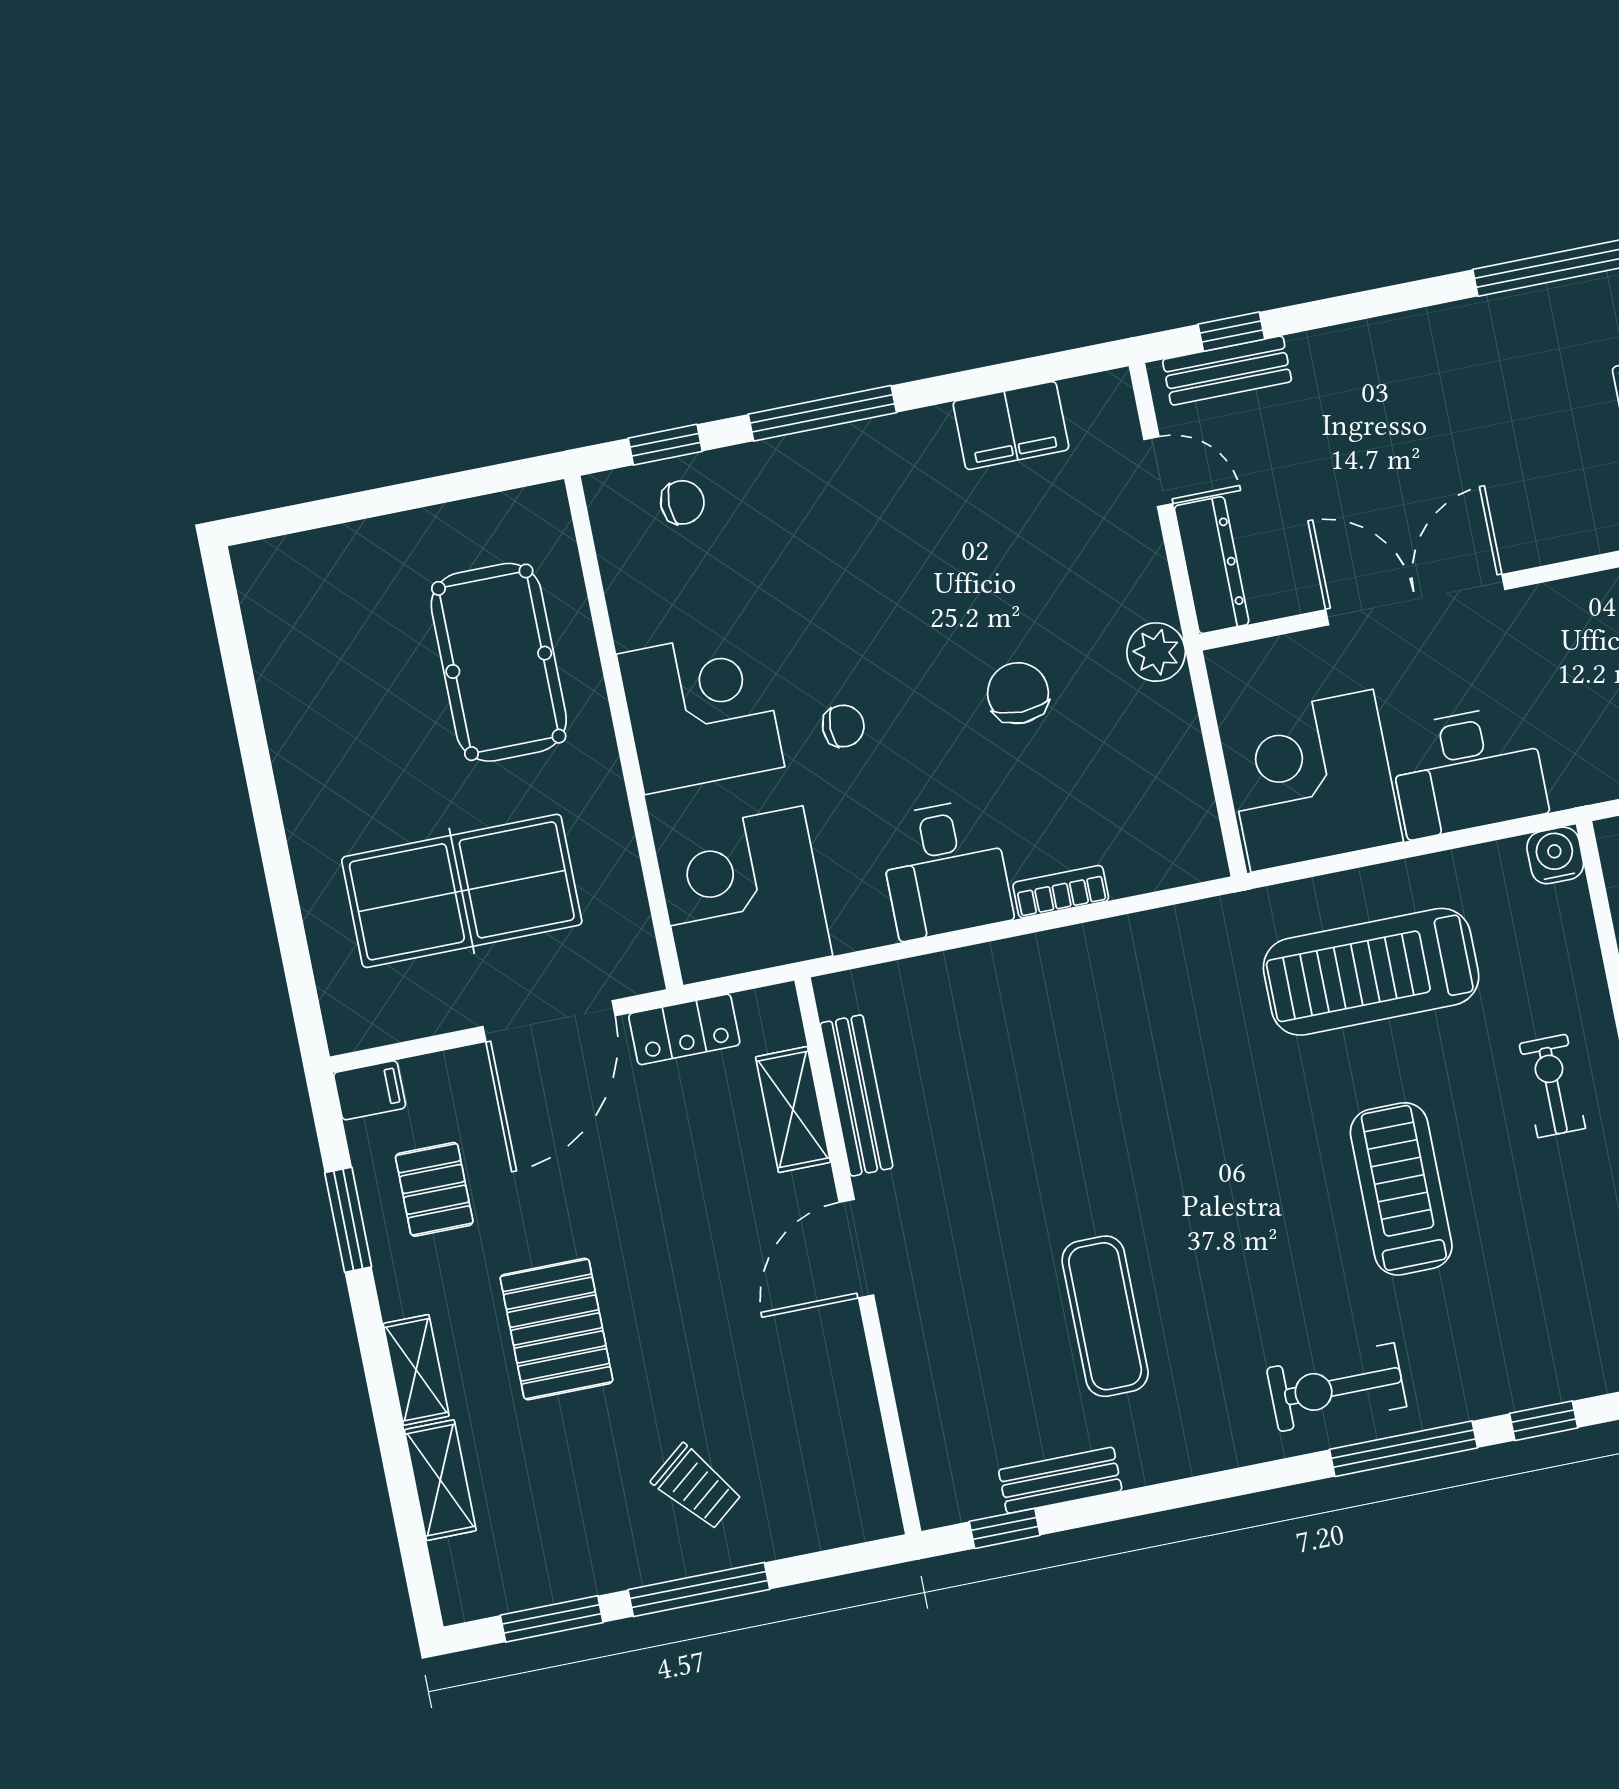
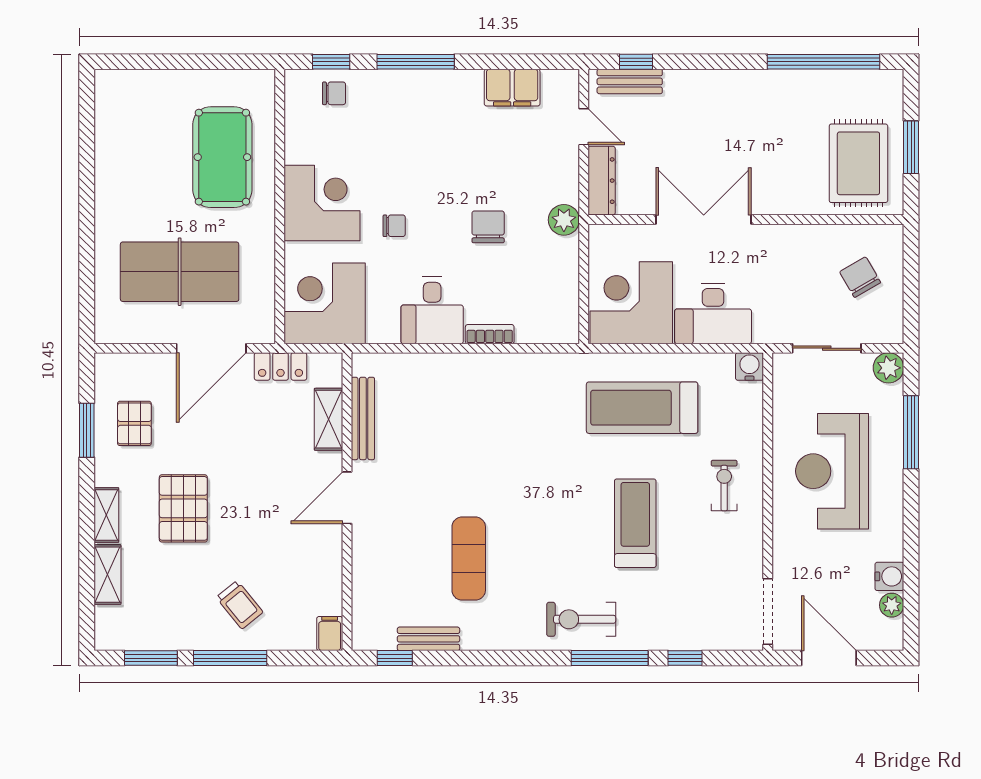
filing cabinet: (370, 1090) -> (330, 634), moved, turned -90

